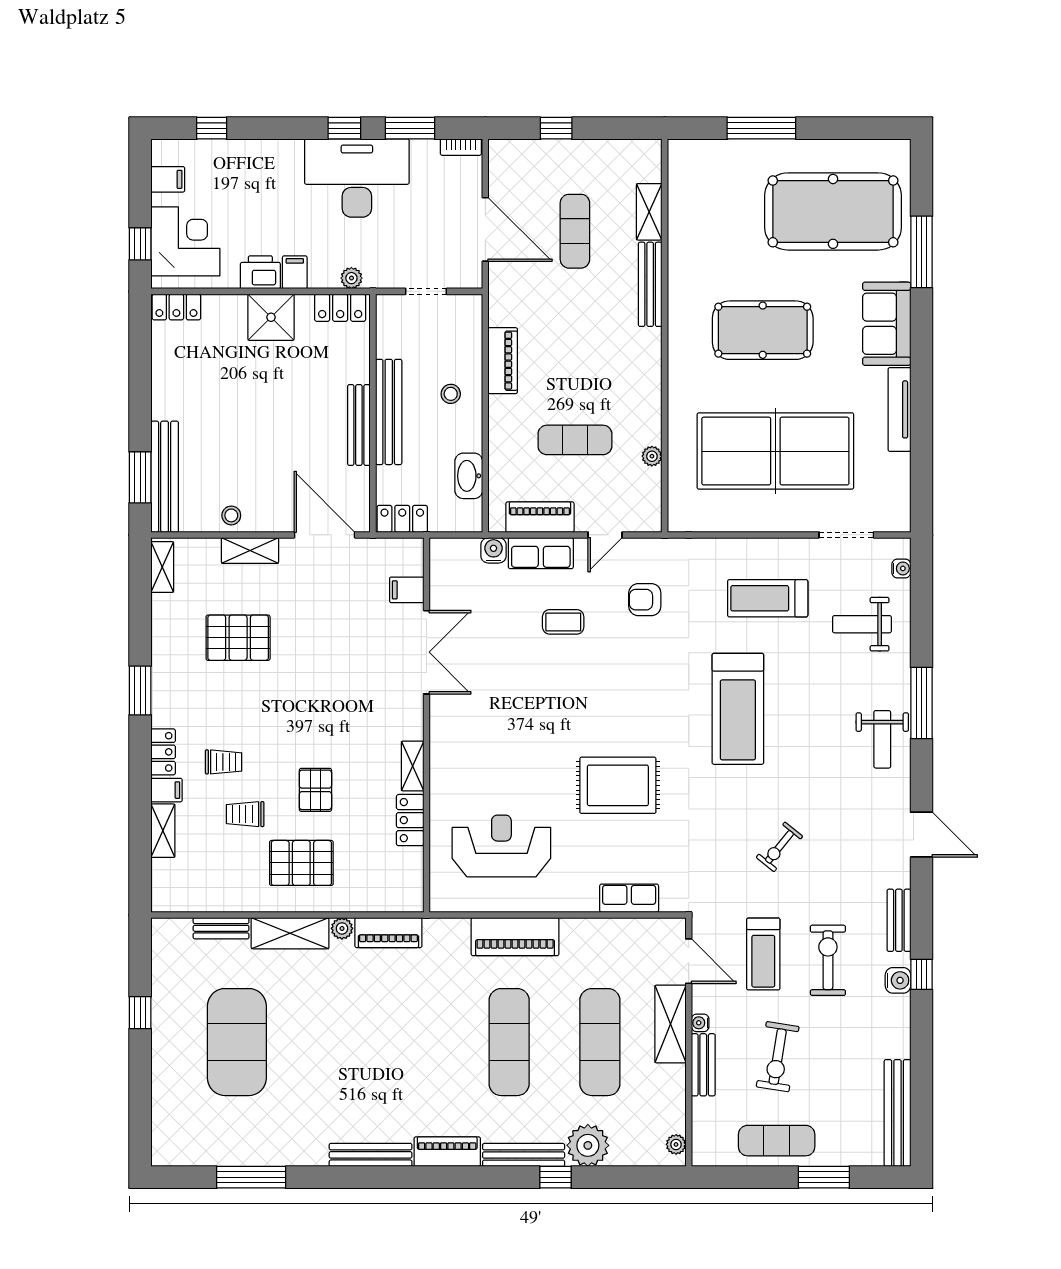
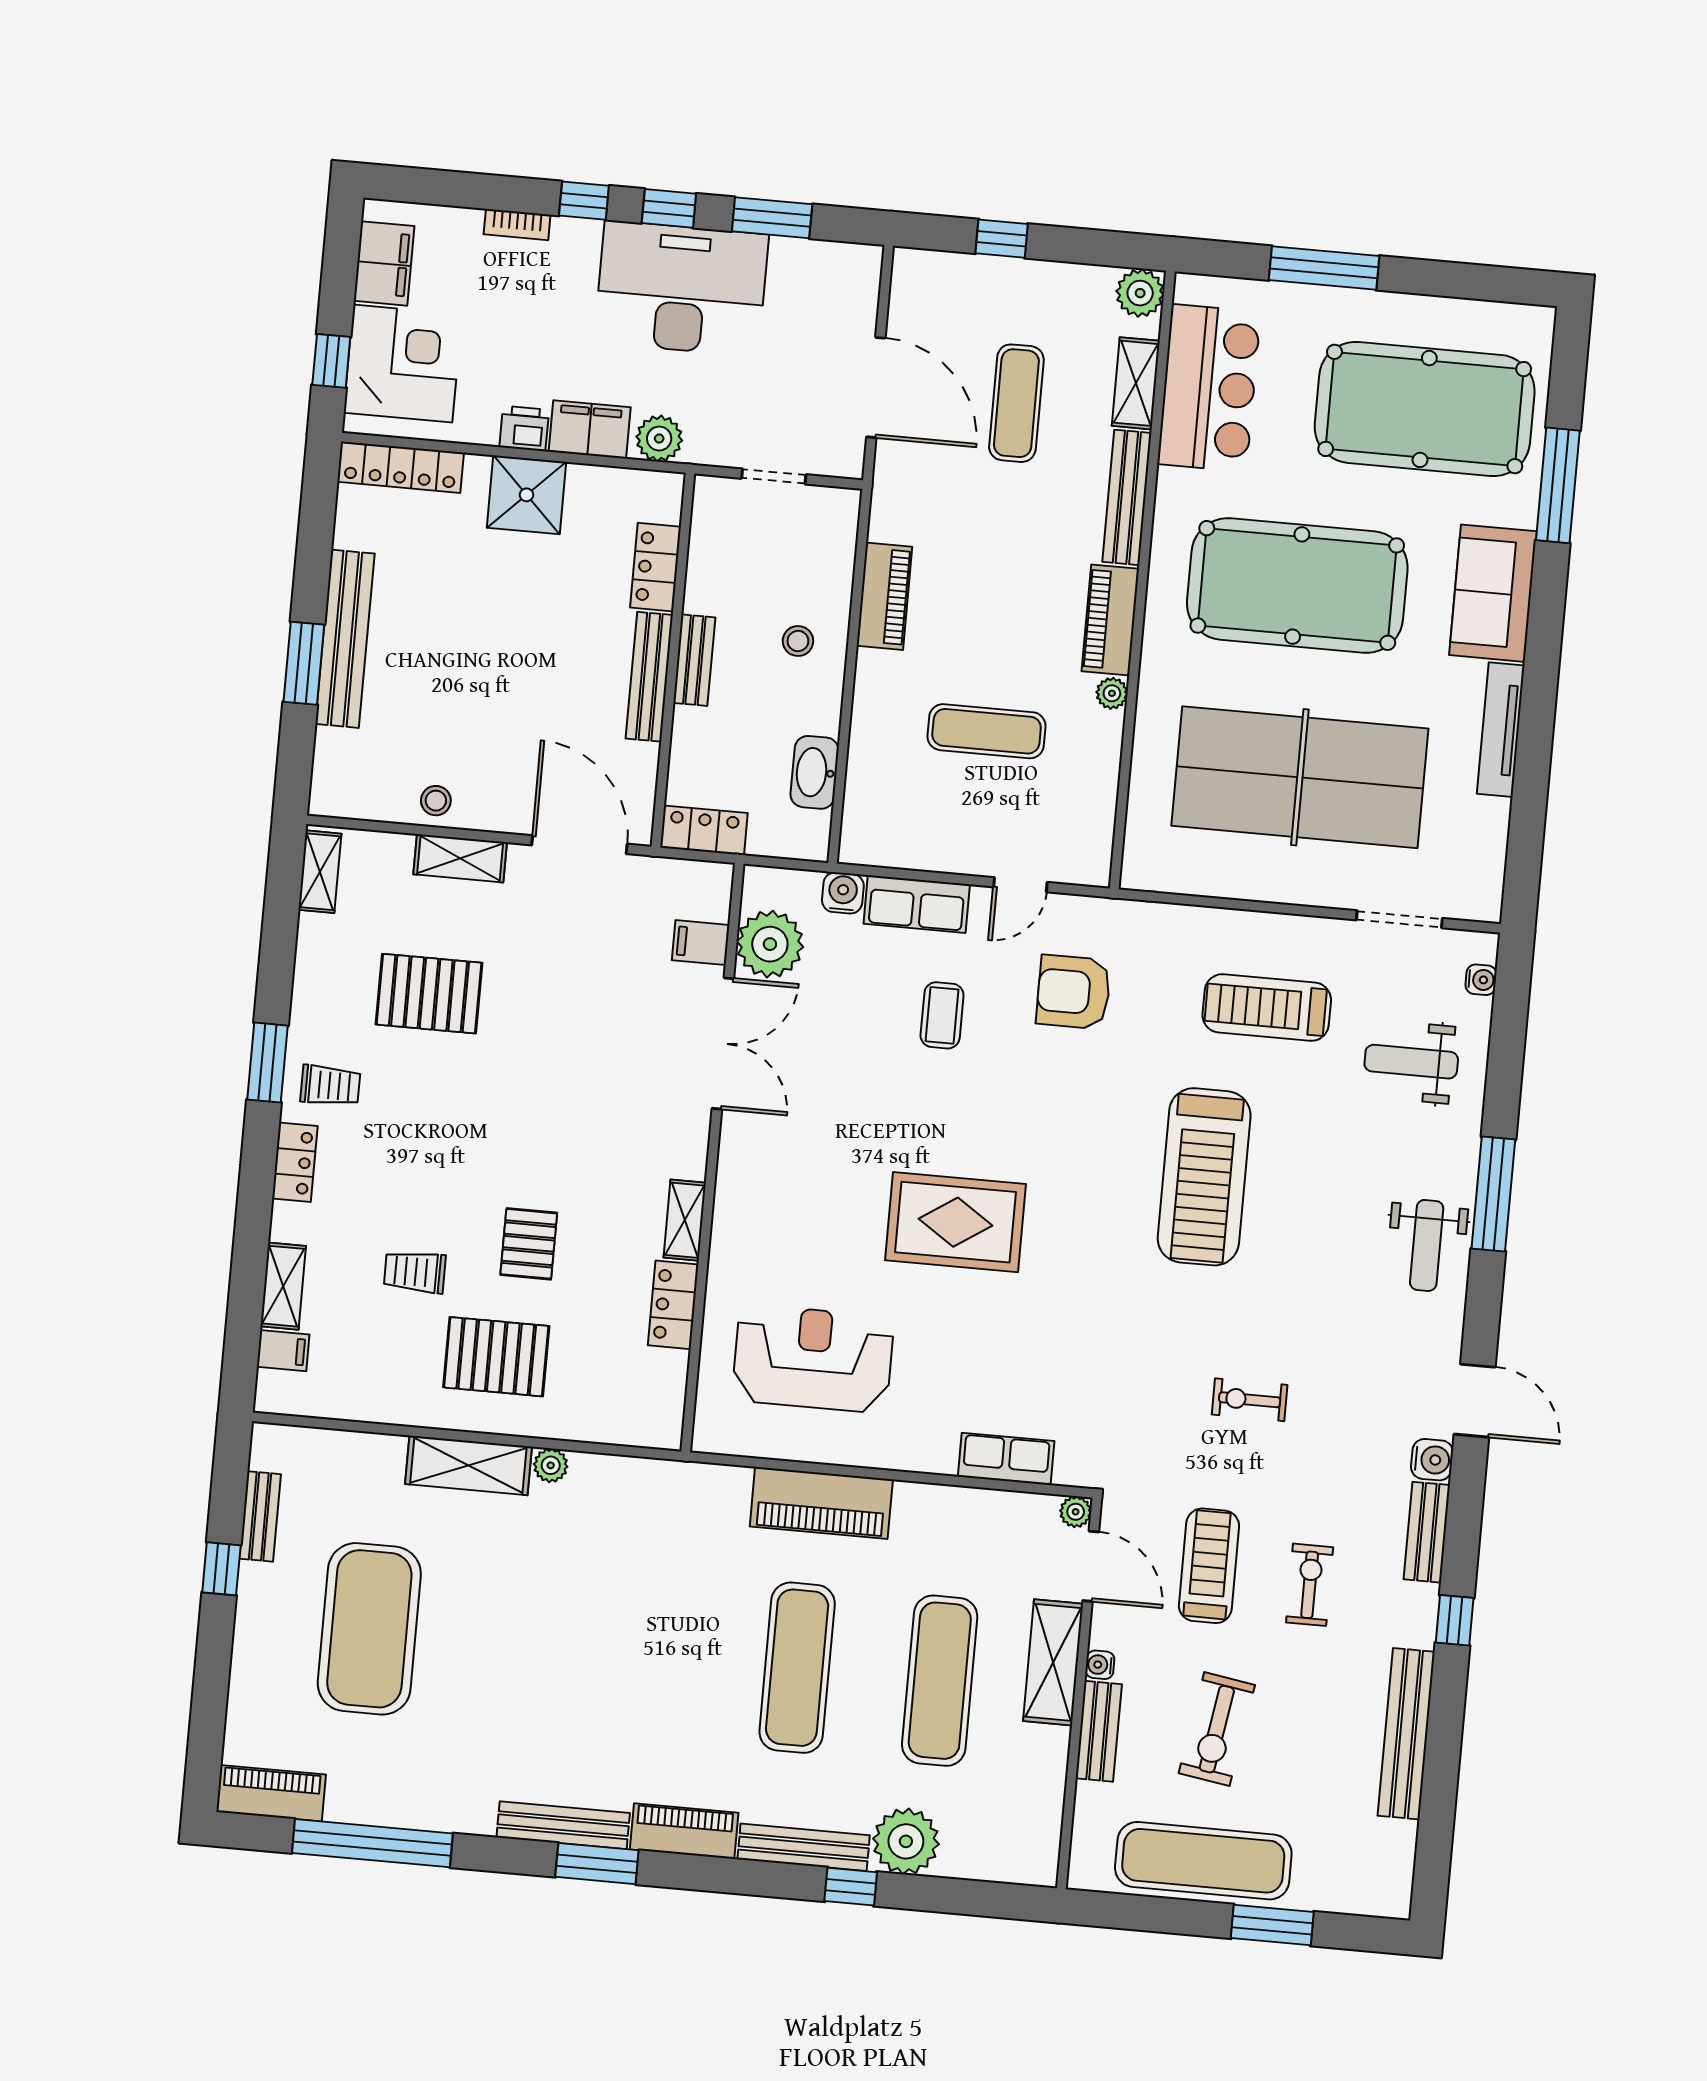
window: (212, 128) -> (584, 201), moved
bookcase: (461, 147) -> (517, 224), moved
plant: (647, 155) -> (1140, 293), added
filing cabinet: (168, 179) -> (384, 263), width x2.00
bar counter: (696, 211) -> (1209, 388), added
printer: (260, 272) -> (524, 428), width x0.73, depth x0.81
filing cabinet: (295, 272) -> (590, 429), width x2.00
plant: (351, 278) -> (659, 439), width x1.38, depth x1.38
locker: (176, 307) -> (401, 467), width x1.53
locker: (340, 308) -> (656, 567), moved, turned 90
pool table: (763, 330) -> (1297, 585), width x1.36, depth x1.32
bench: (389, 412) -> (694, 660), width x0.54, depth x0.82
plant: (652, 456) -> (1112, 693), moved
window: (140, 477) -> (304, 663), moved
bench: (165, 477) -> (345, 639), moved
piano: (540, 517) -> (1110, 620), moved, turned -90
plant: (450, 587) -> (770, 944), added
armchair: (645, 600) -> (1073, 992), width x1.38, depth x1.38
coffee table: (563, 622) -> (942, 1015), turned 90
trolley: (224, 762) -> (330, 1086), moved
rug: (618, 785) -> (956, 1222), moved
filing cabinet: (166, 790) -> (283, 1351), moved
exercise bike: (779, 847) -> (1250, 1400), turned 51
bench: (221, 928) -> (260, 1516), moved, turned 90
piano: (388, 933) -> (271, 1793), moved, turned 180
treadmill: (763, 954) -> (1209, 1566), turned 180
exercise bike: (828, 960) -> (1310, 1585), width x0.73, depth x0.72
water cooler: (898, 980) -> (1432, 1460), moved
bench: (897, 1113) -> (1406, 1734), moved
exercise mat: (777, 1141) -> (1203, 1861), width x1.36, depth x1.45
plant: (676, 1144) -> (1076, 1512), moved
window: (251, 1177) -> (372, 1843), width x1.46
window: (394, 1177) -> (597, 1864), added

